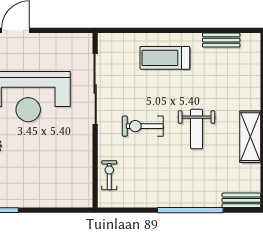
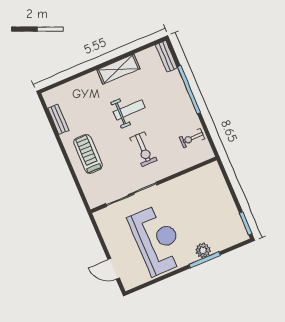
treadmill: (165, 58) -> (88, 154), turned 180
exercise bike: (109, 175) -> (192, 138), moved

